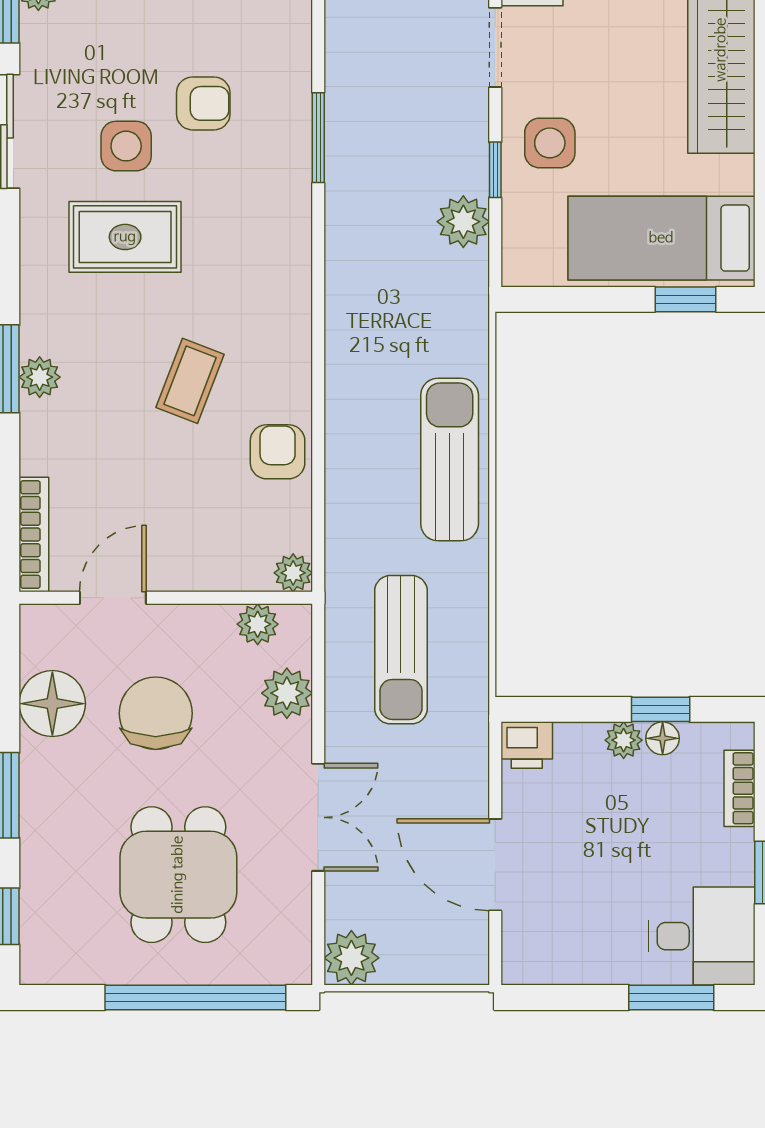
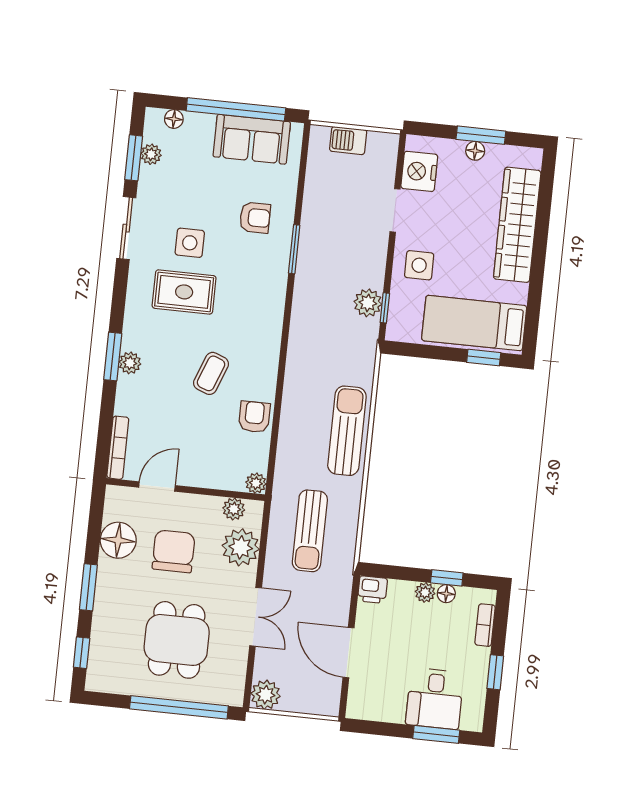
armchair: (203, 103) -> (255, 218), moved
window: (495, 170) -> (385, 308), moved
plant: (287, 693) -> (241, 547), width x1.36, depth x1.36
desk: (702, 936) -> (435, 699), moved, turned 90

